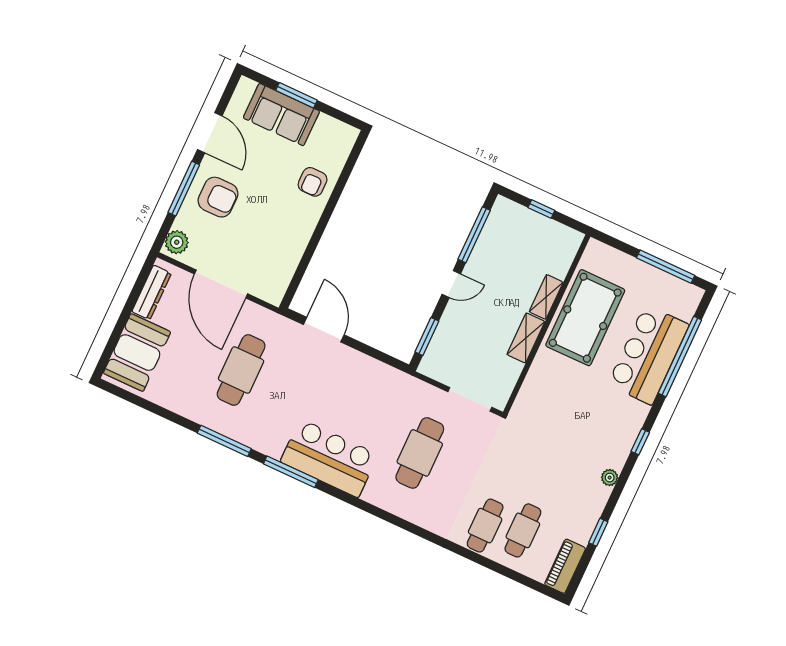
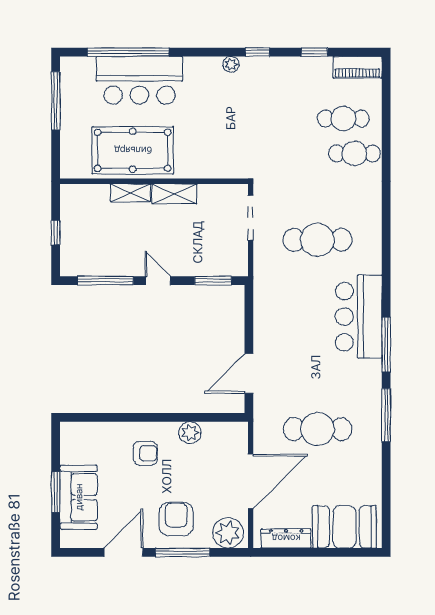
armchair: (313, 182) -> (145, 453), moved
plant: (177, 242) -> (228, 533), width x1.36, depth x1.36
plant: (294, 248) -> (190, 433), added
window: (640, 442) -> (257, 52), moved
plant: (610, 478) -> (231, 64), moved

